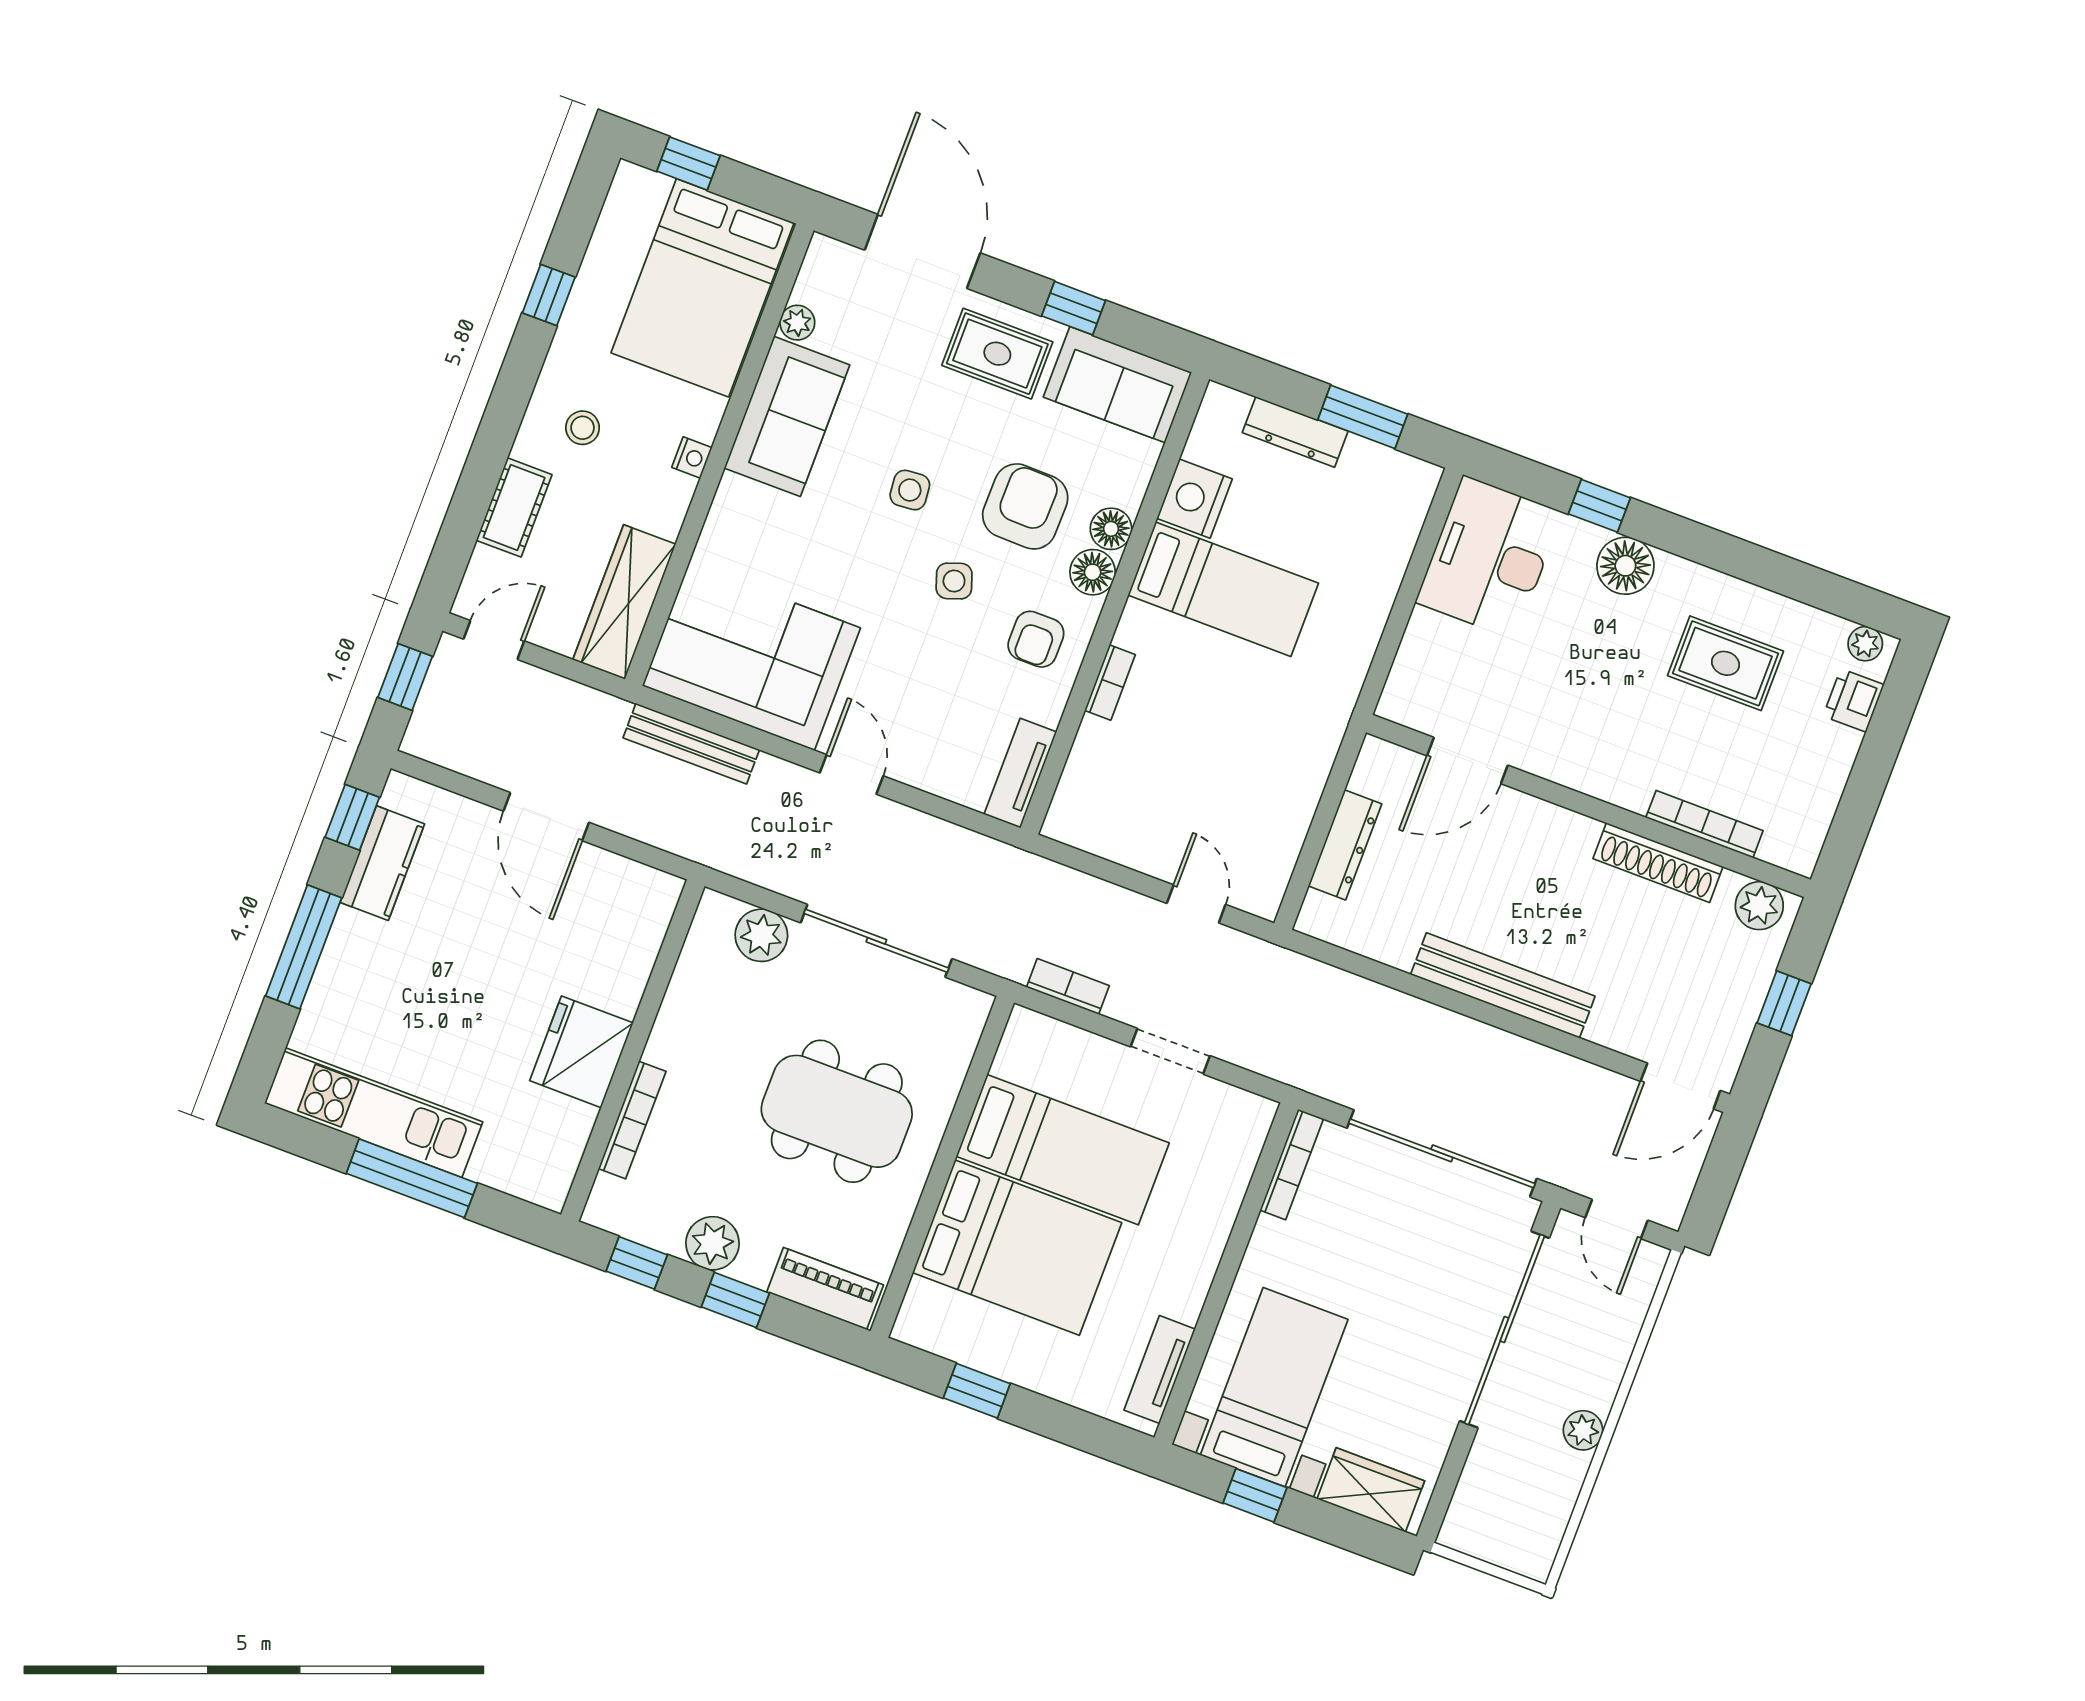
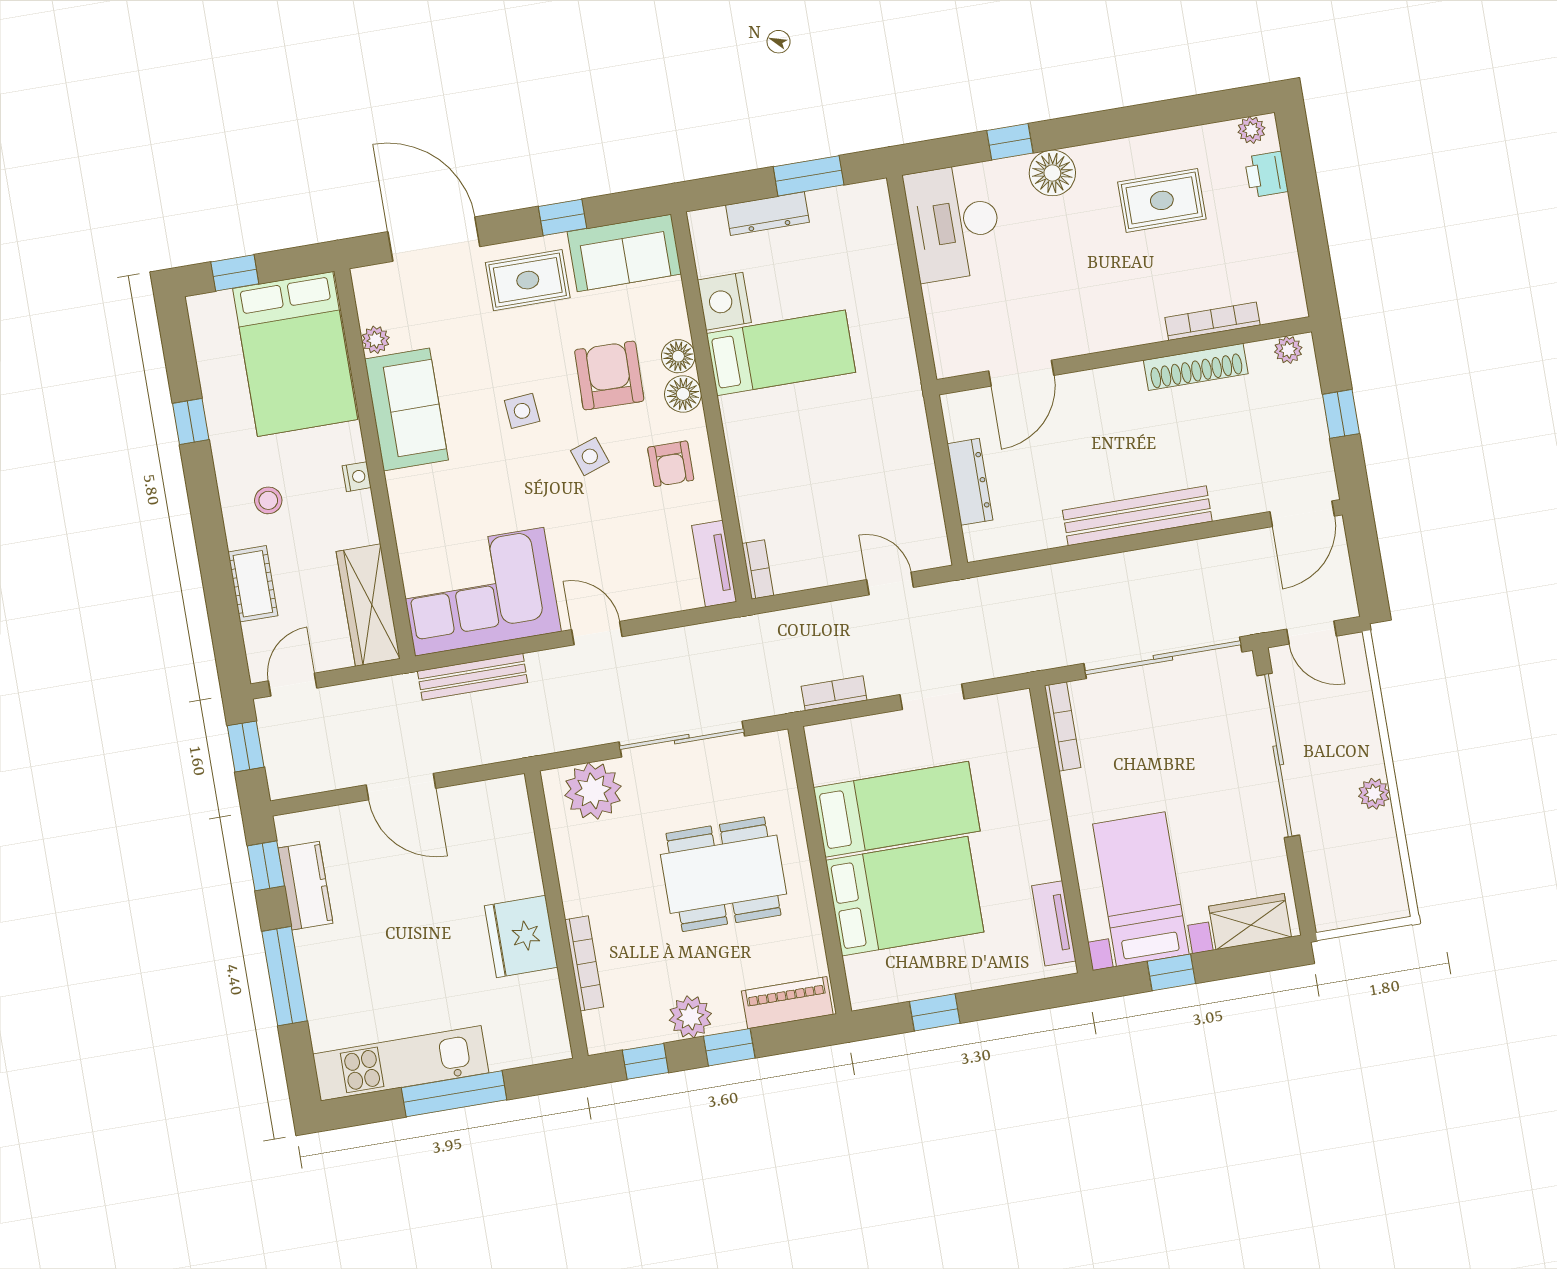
bookcase: (1110, 683) -> (758, 570), moved
plant: (1759, 906) -> (1288, 350), width x0.73, depth x0.73
plant: (761, 935) -> (593, 791), width x1.36, depth x1.36

